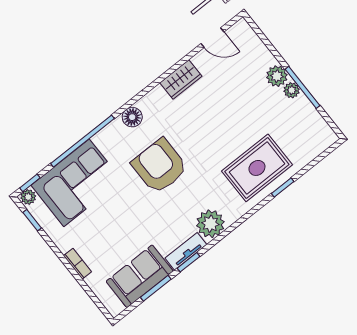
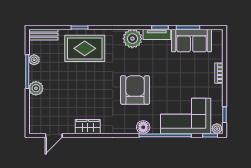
door: (212, 38) -> (54, 135), swing flipped
plant: (292, 90) -> (34, 60), moved
floor lamp: (132, 117) -> (143, 127), moved
bench: (318, 146) -> (43, 35), added
armchair: (160, 166) -> (135, 90), turned 180

